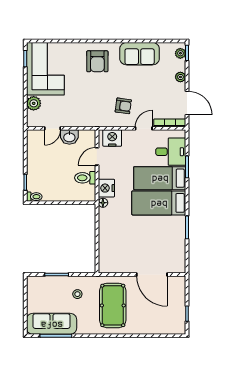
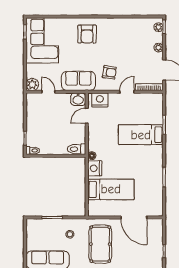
sofa: (140, 54) -> (78, 81), moved, turned 180
plant: (34, 103) -> (32, 84), moved
door: (52, 128) -> (48, 92), swing flipped
washbasin: (69, 137) -> (78, 99), moved
desk: (171, 152) -> (150, 112), removed
toilet: (85, 178) -> (77, 149), moved
nightstand: (106, 188) -> (95, 168), moved
bed: (159, 203) -> (111, 189), moved, turned 180

